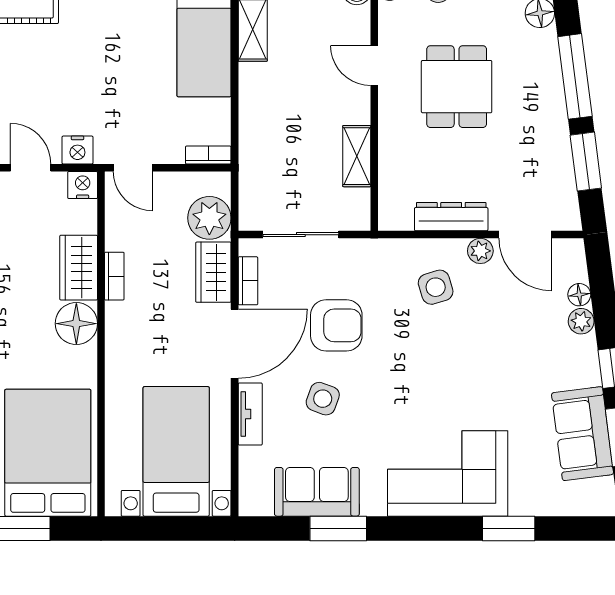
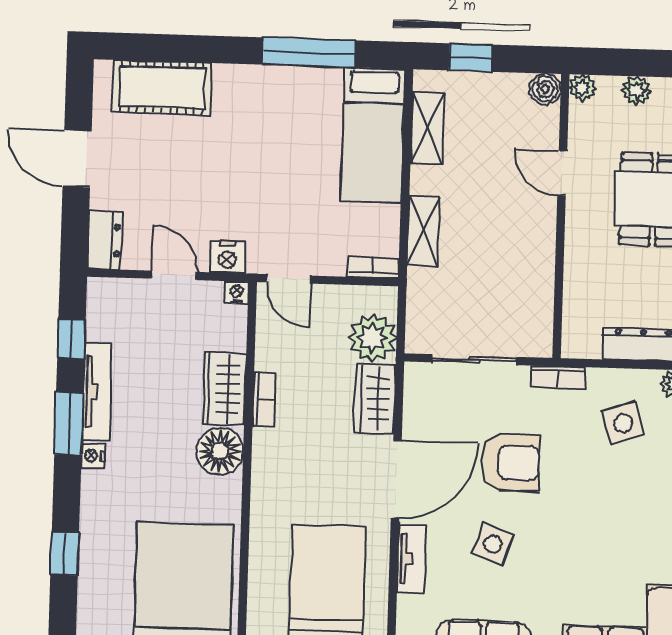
shelving: (357, 156) -> (424, 231), moved
nightstand: (83, 185) -> (236, 293), width x0.72, depth x0.74
bookcase: (248, 281) -> (558, 377), moved, turned 90

